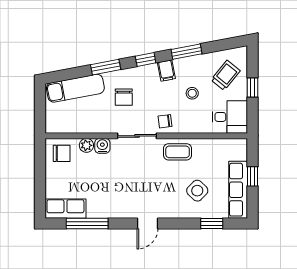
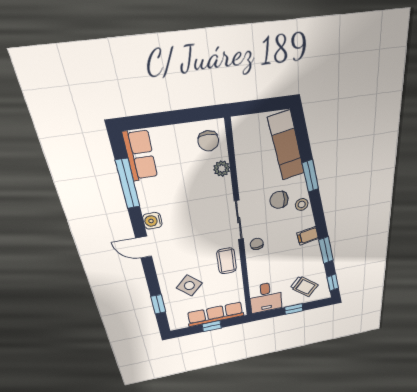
window: (146, 59) -> (333, 283), moved
stool: (192, 93) -> (302, 205), moved
water cooler: (102, 146) -> (152, 221), moved, turned 180
row of seats: (238, 190) -> (216, 314), moved

